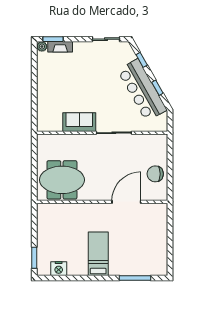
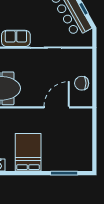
bed: (98, 254) -> (28, 152), width x1.50

